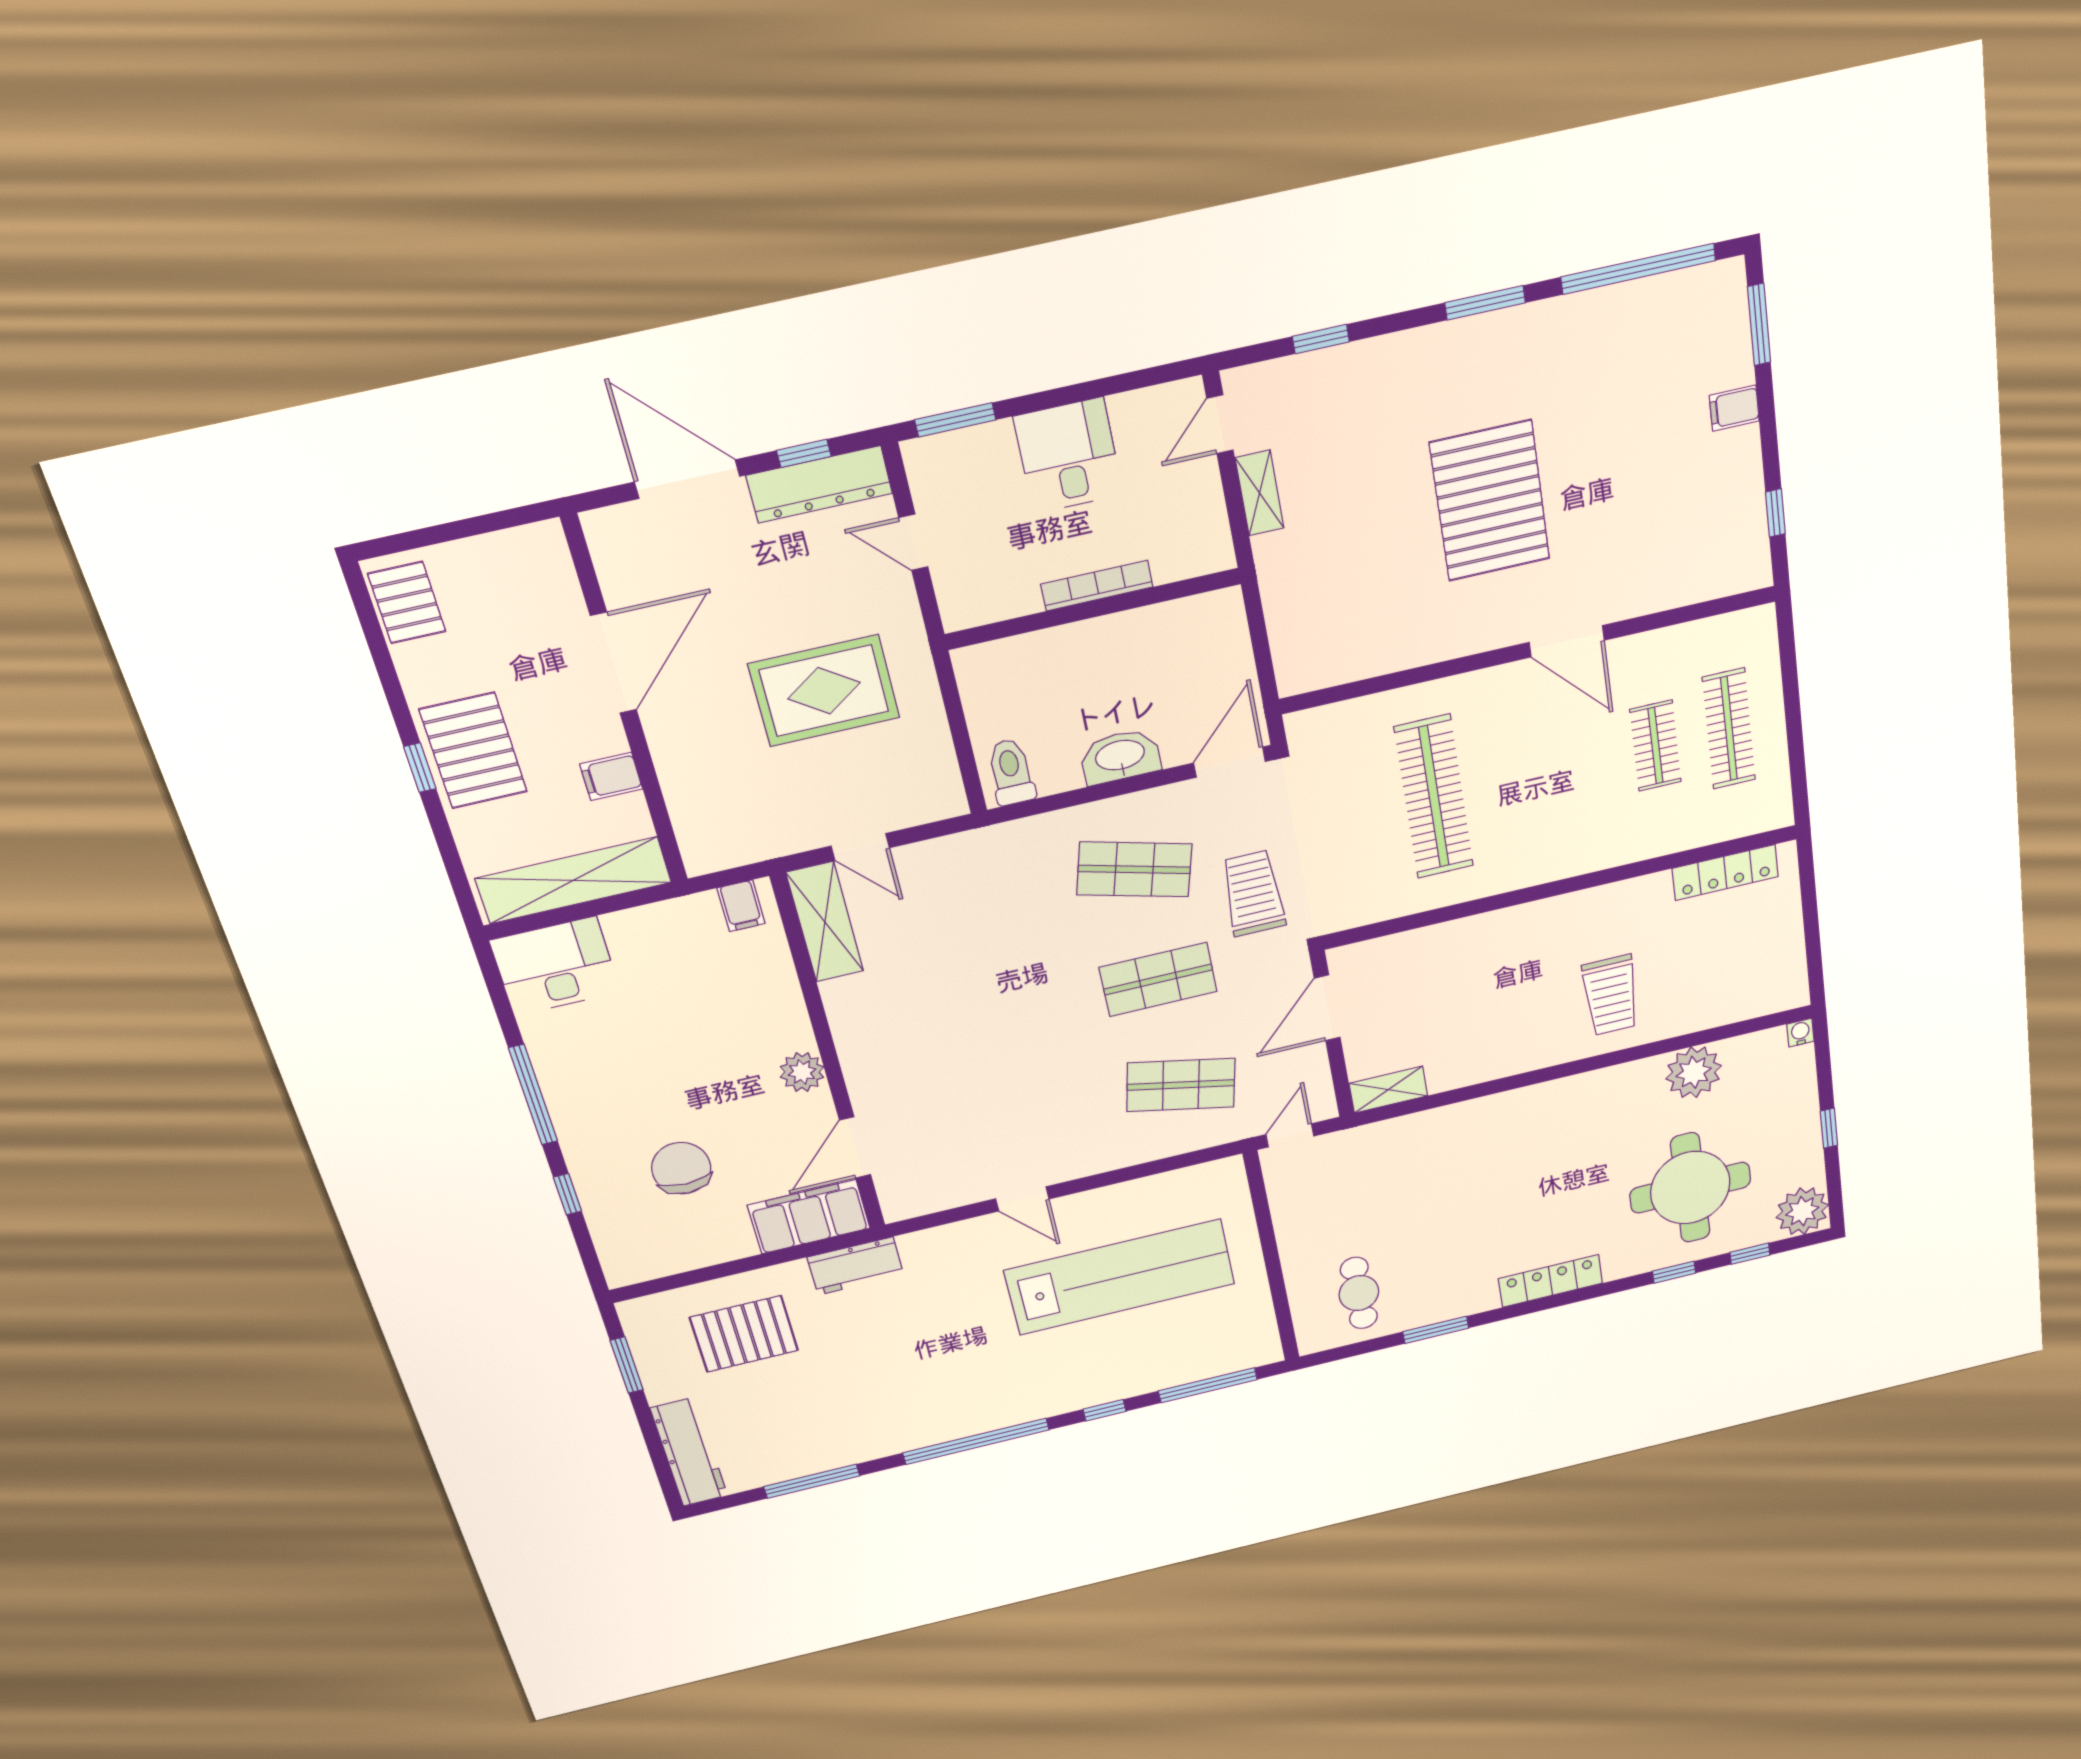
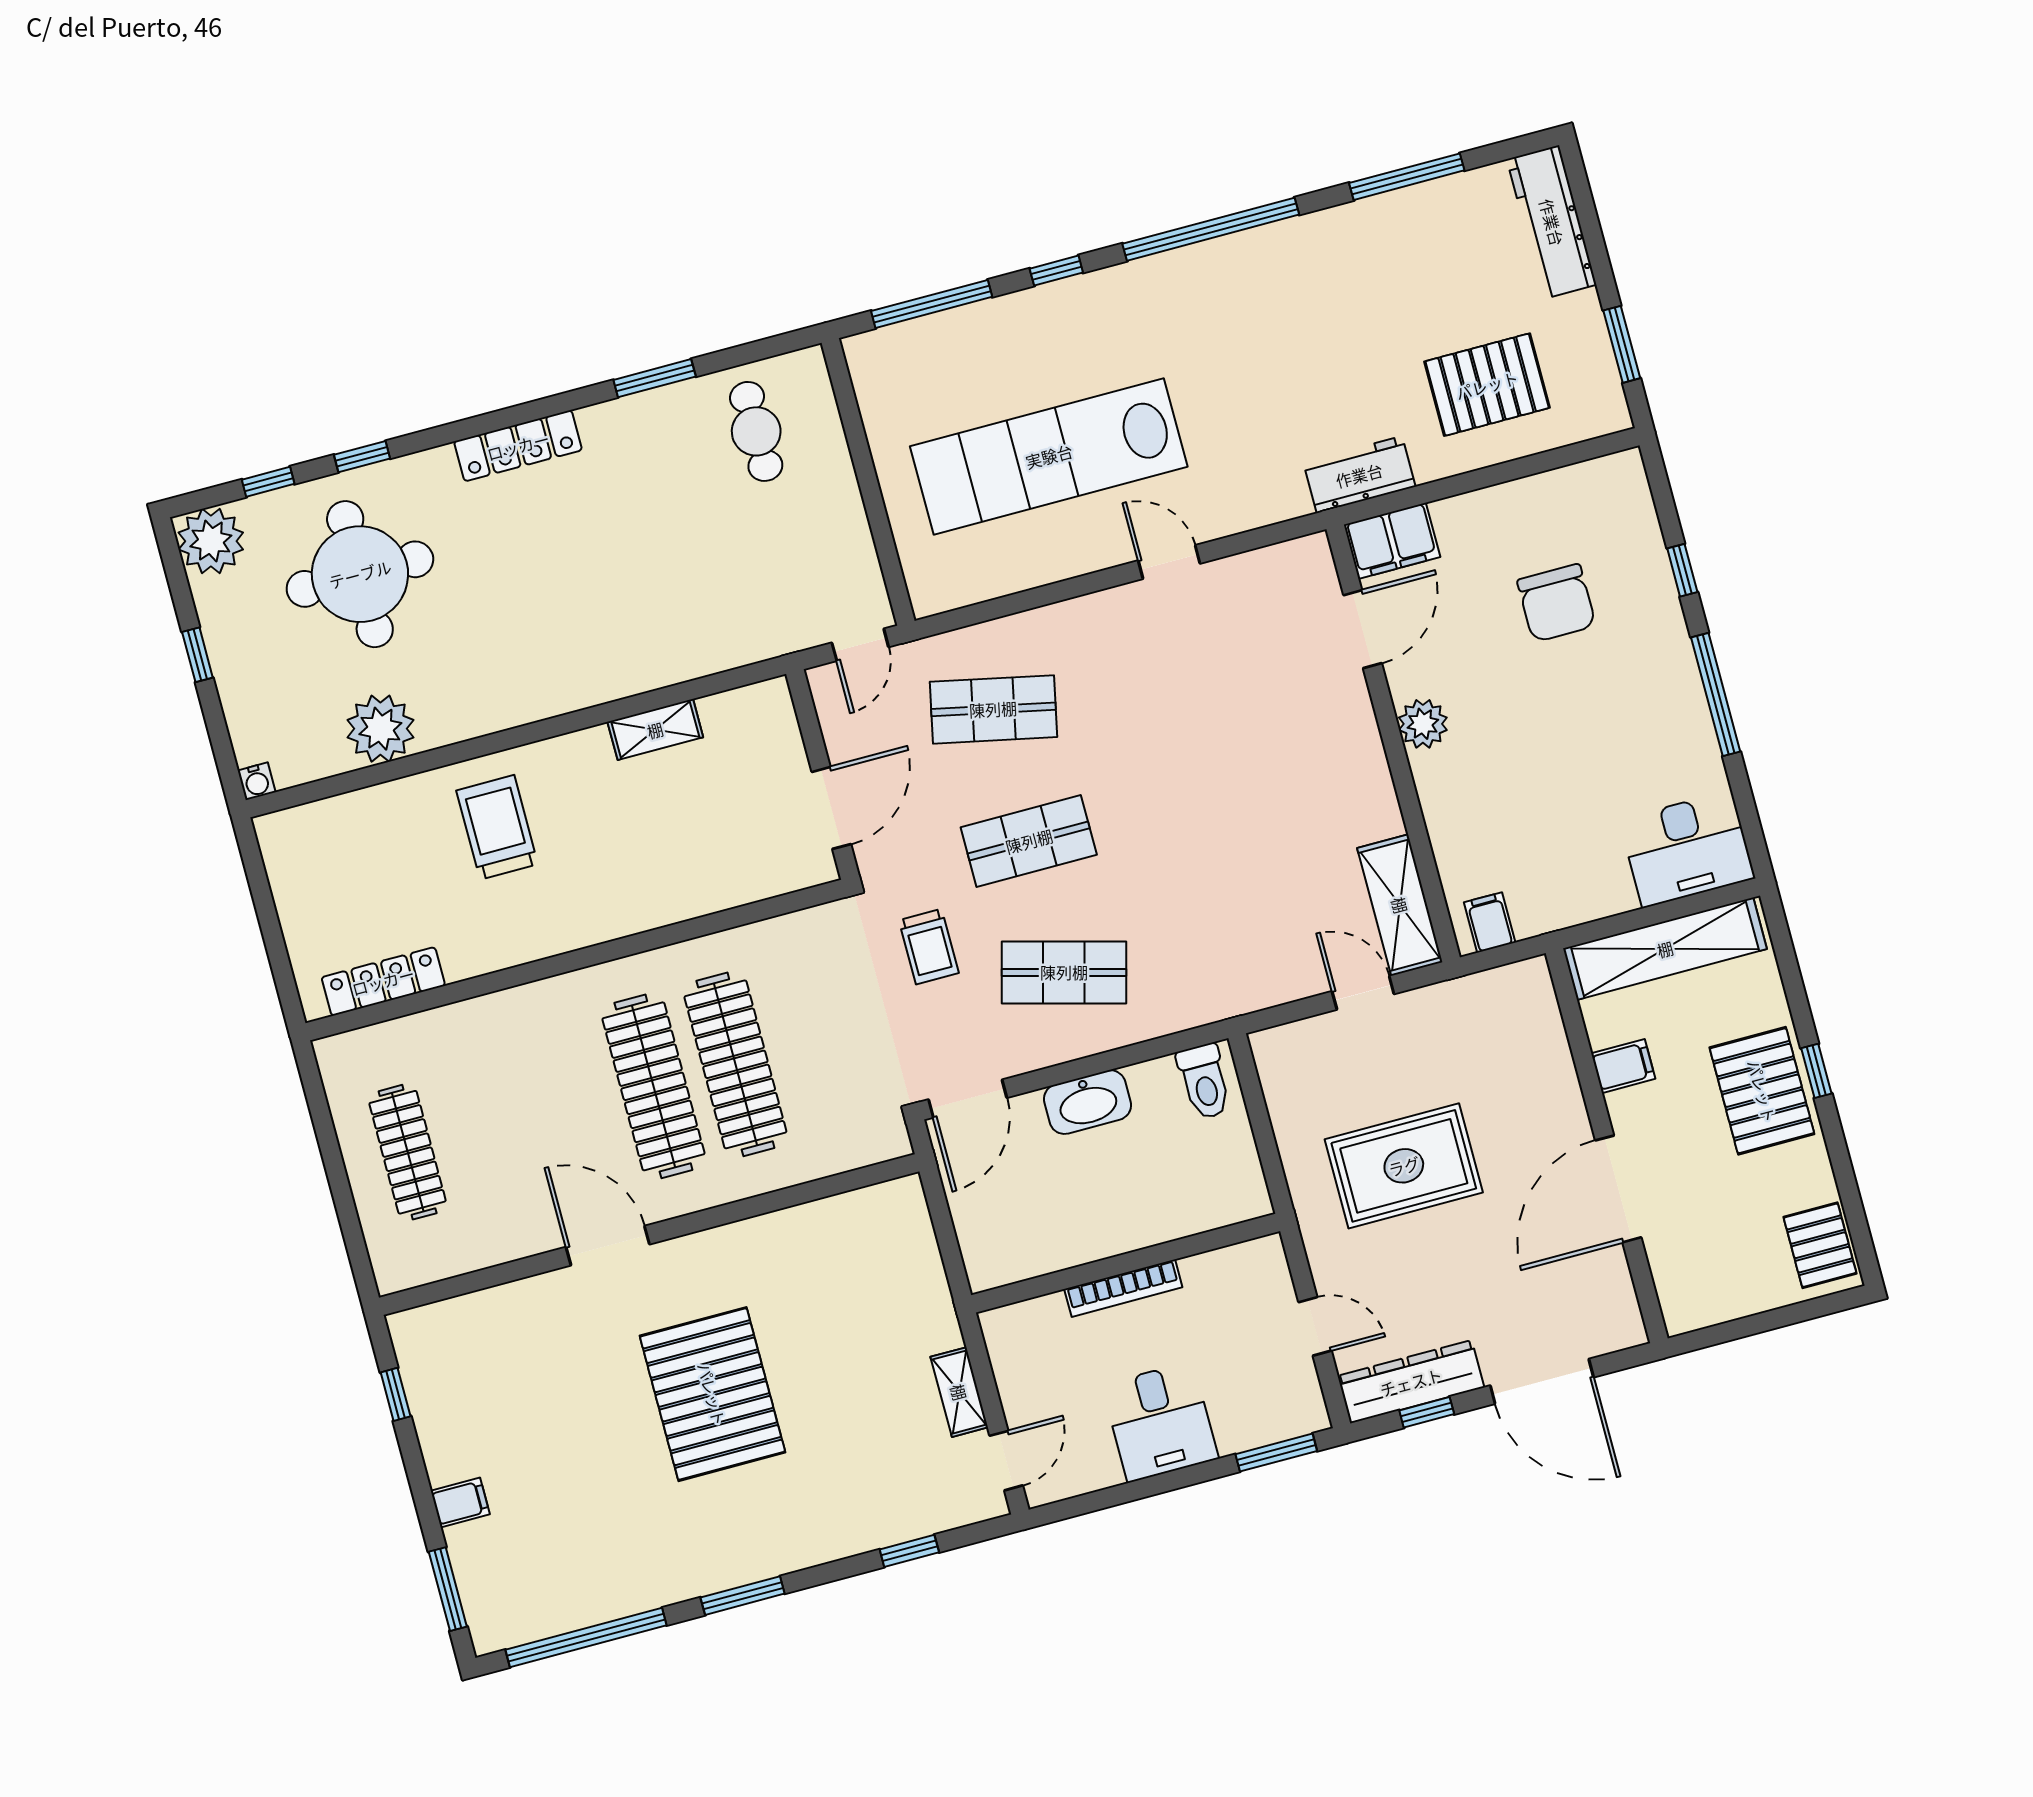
clothes rail: (1655, 746) -> (653, 1086), moved, width x1.86, depth x1.31
trolley: (1253, 893) -> (929, 947), width x0.73, depth x0.72
shelving: (1388, 1090) -> (655, 730), moved
filing cabinet: (809, 1217) -> (1392, 541), width x0.67, depth x0.86

